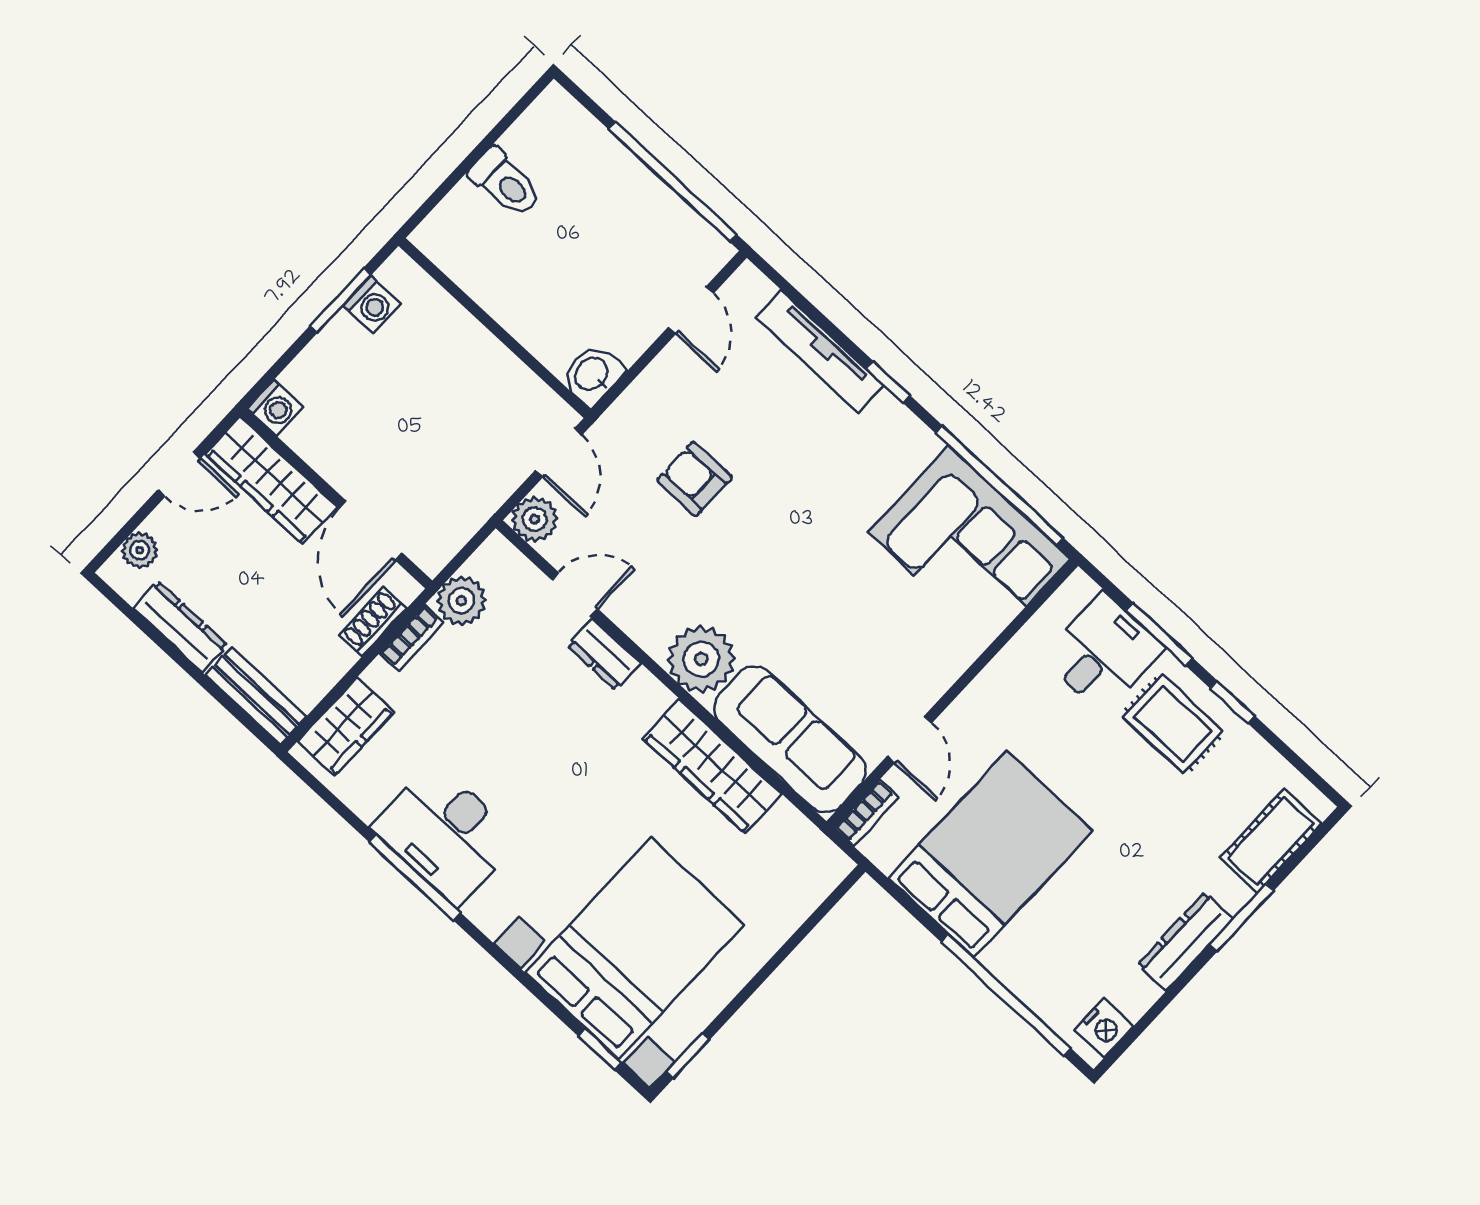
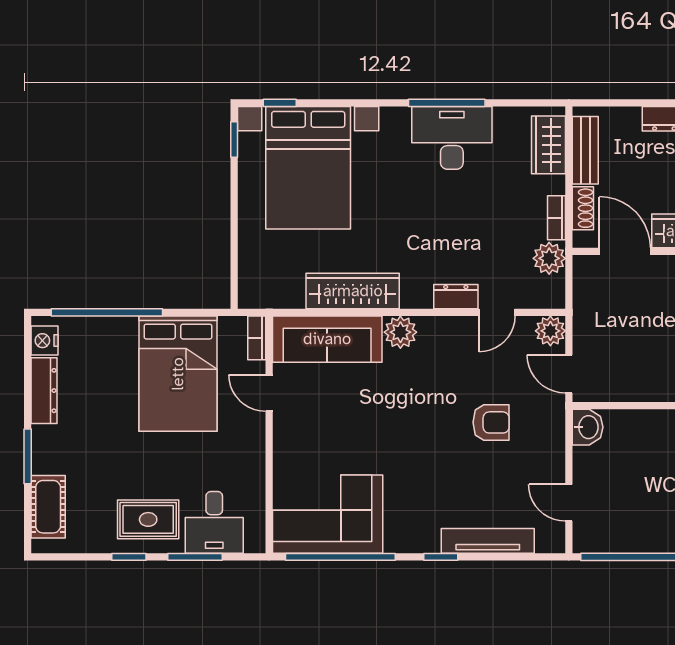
plant: (701, 659) -> (400, 332), width x0.73, depth x0.73
bench: (256, 696) -> (585, 150), moved, turned 90
dresser: (1185, 942) -> (44, 391), moved

